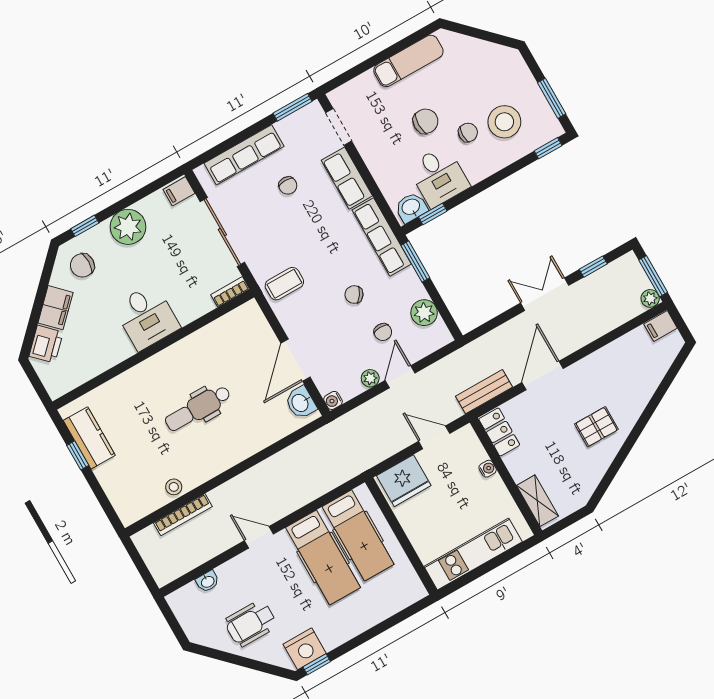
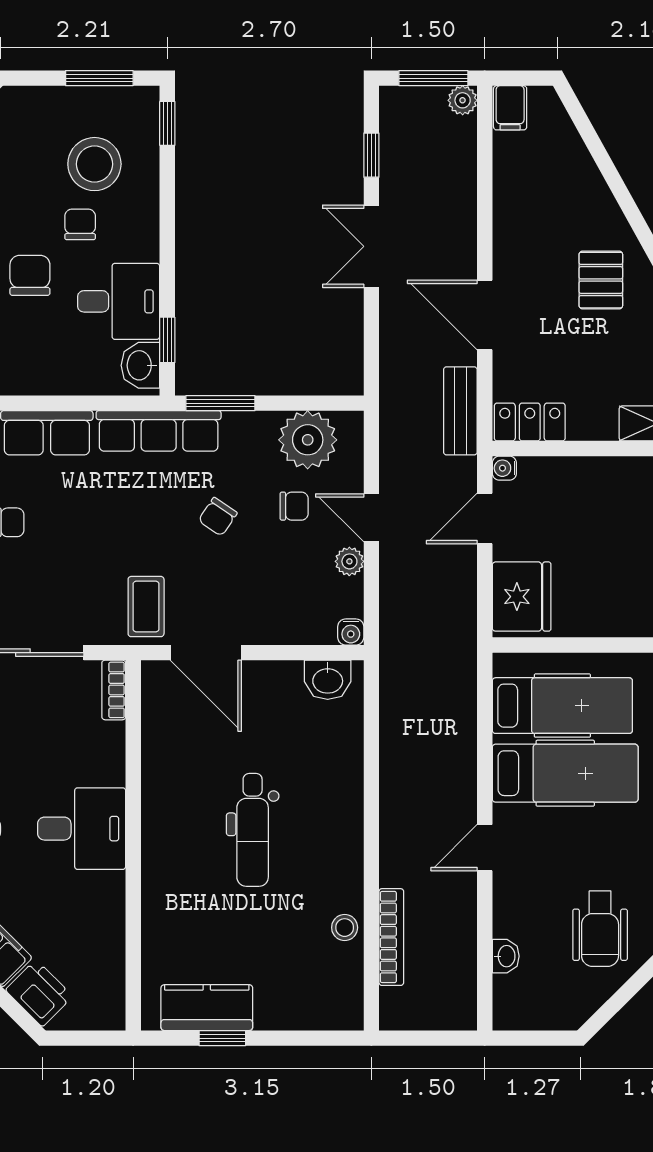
plant: (424, 313) -> (308, 440), width x1.36, depth x1.36
door: (296, 360) -> (206, 653), moved
water cooler: (488, 469) -> (504, 468), moved, turned -90

